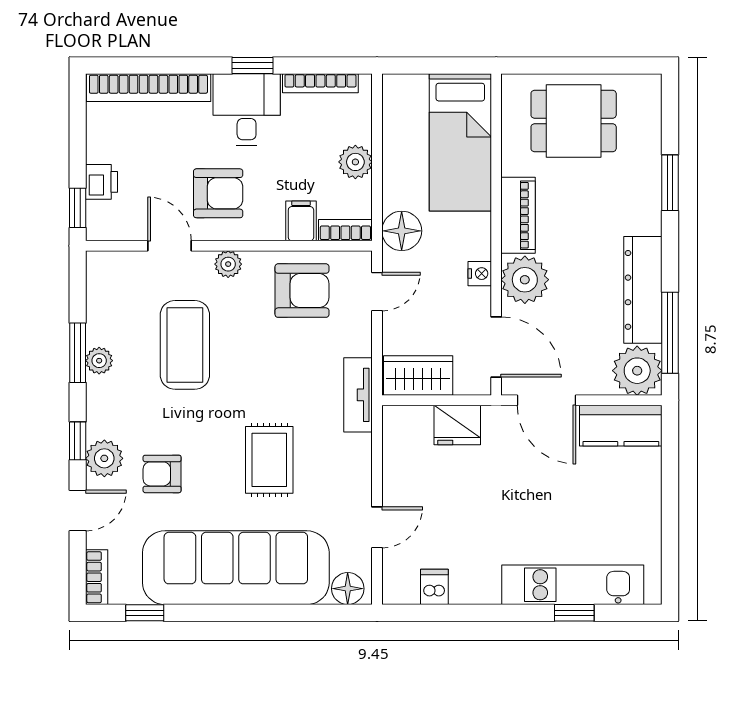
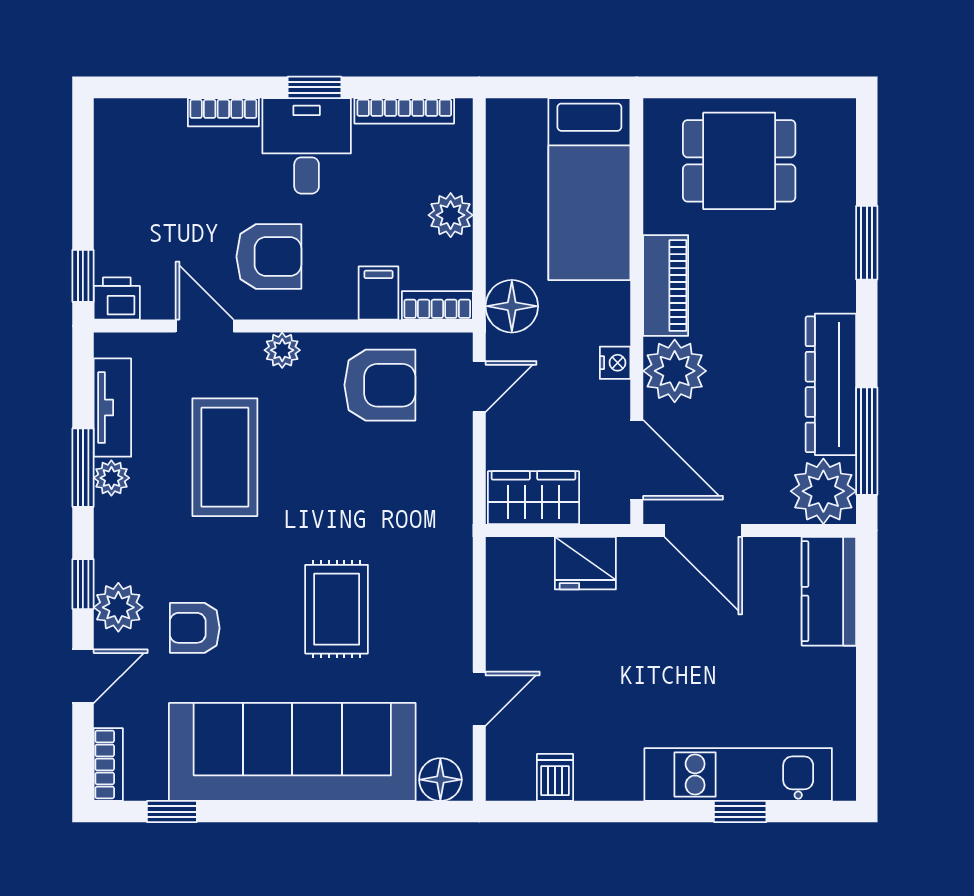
bookcase: (148, 88) -> (223, 112), width x0.43, depth x0.76
printer: (102, 182) -> (117, 299), moved, turned -90
tv unit: (358, 395) -> (112, 408), moved, turned 180
kitchen counter: (621, 426) -> (829, 591), moved, turned 90

